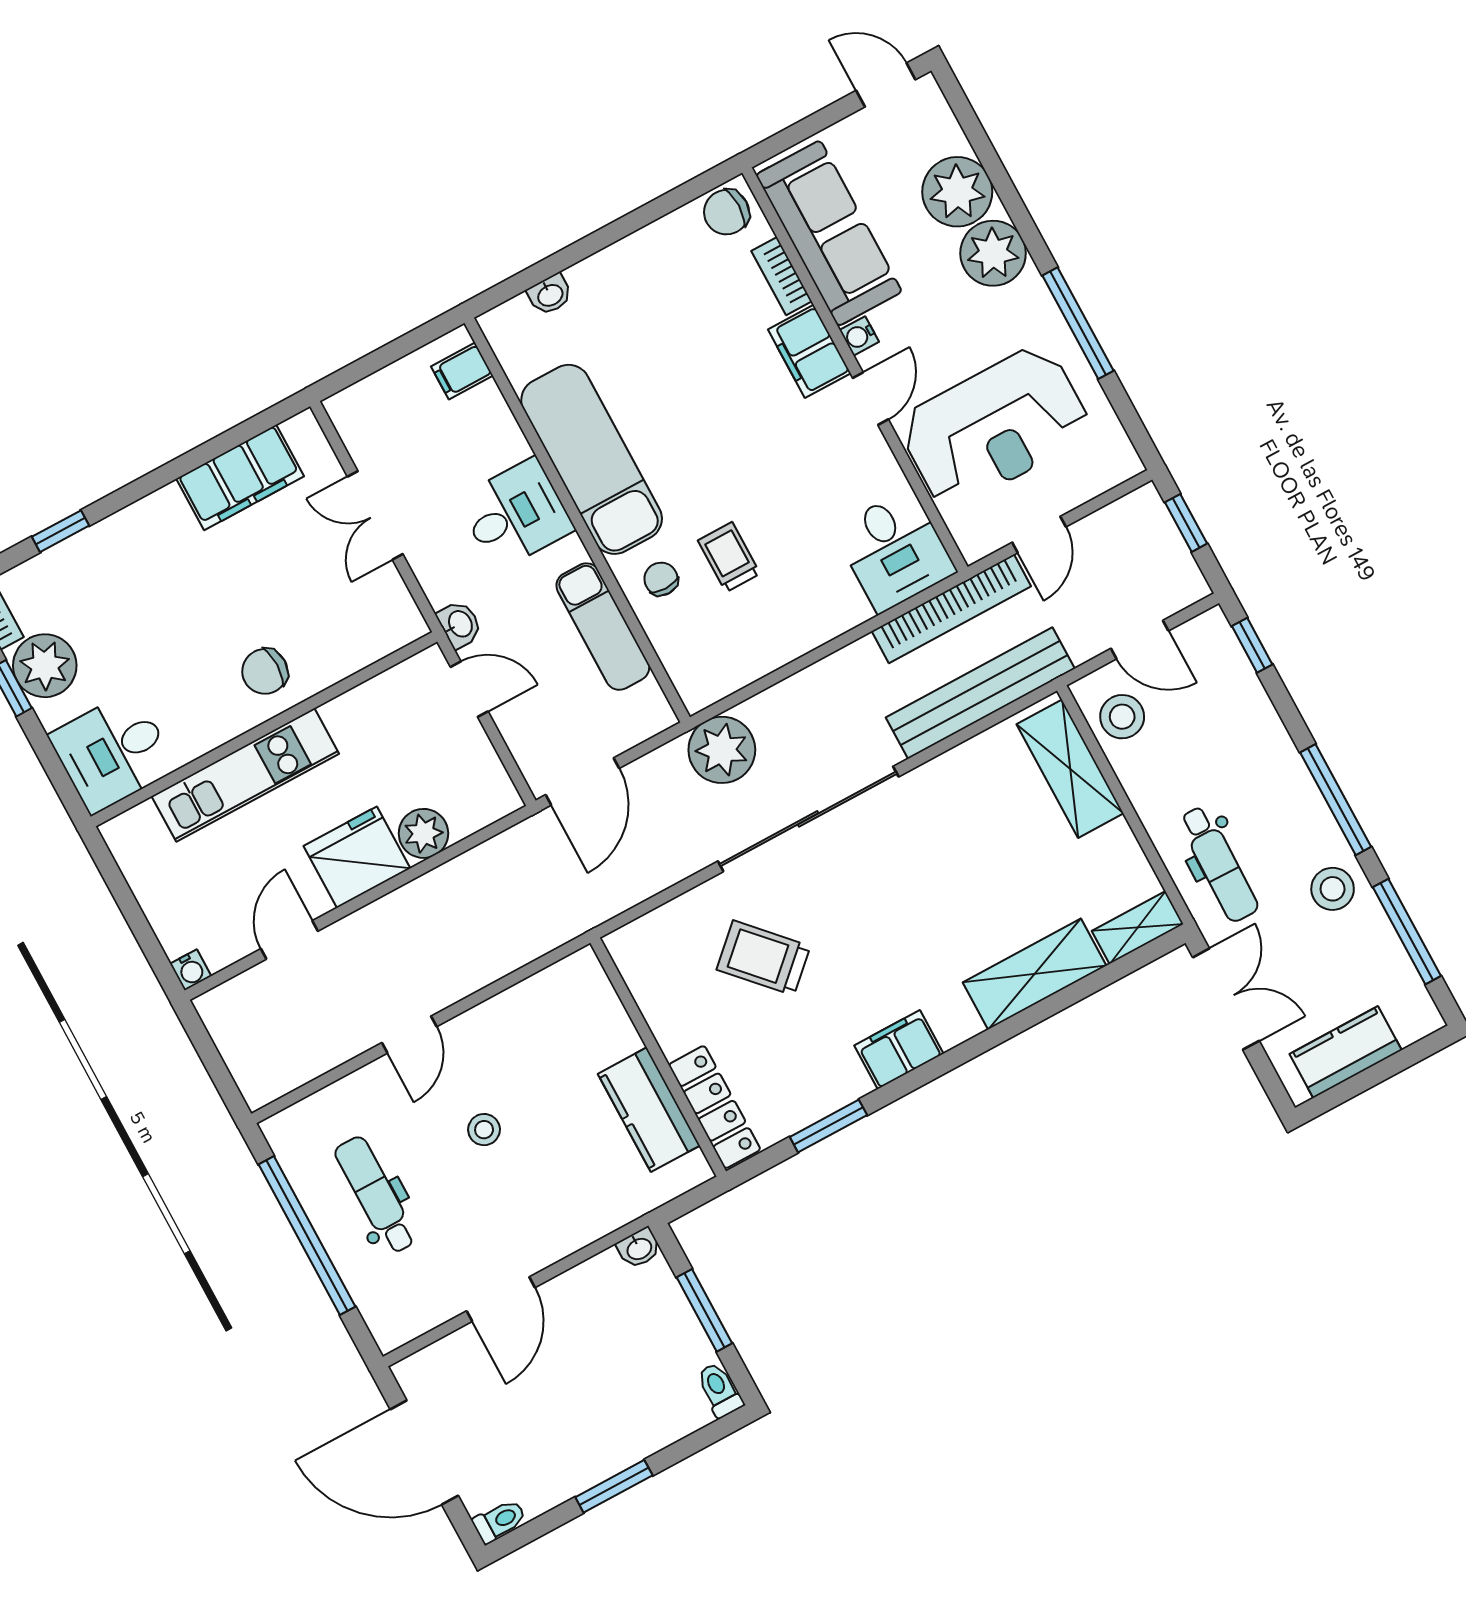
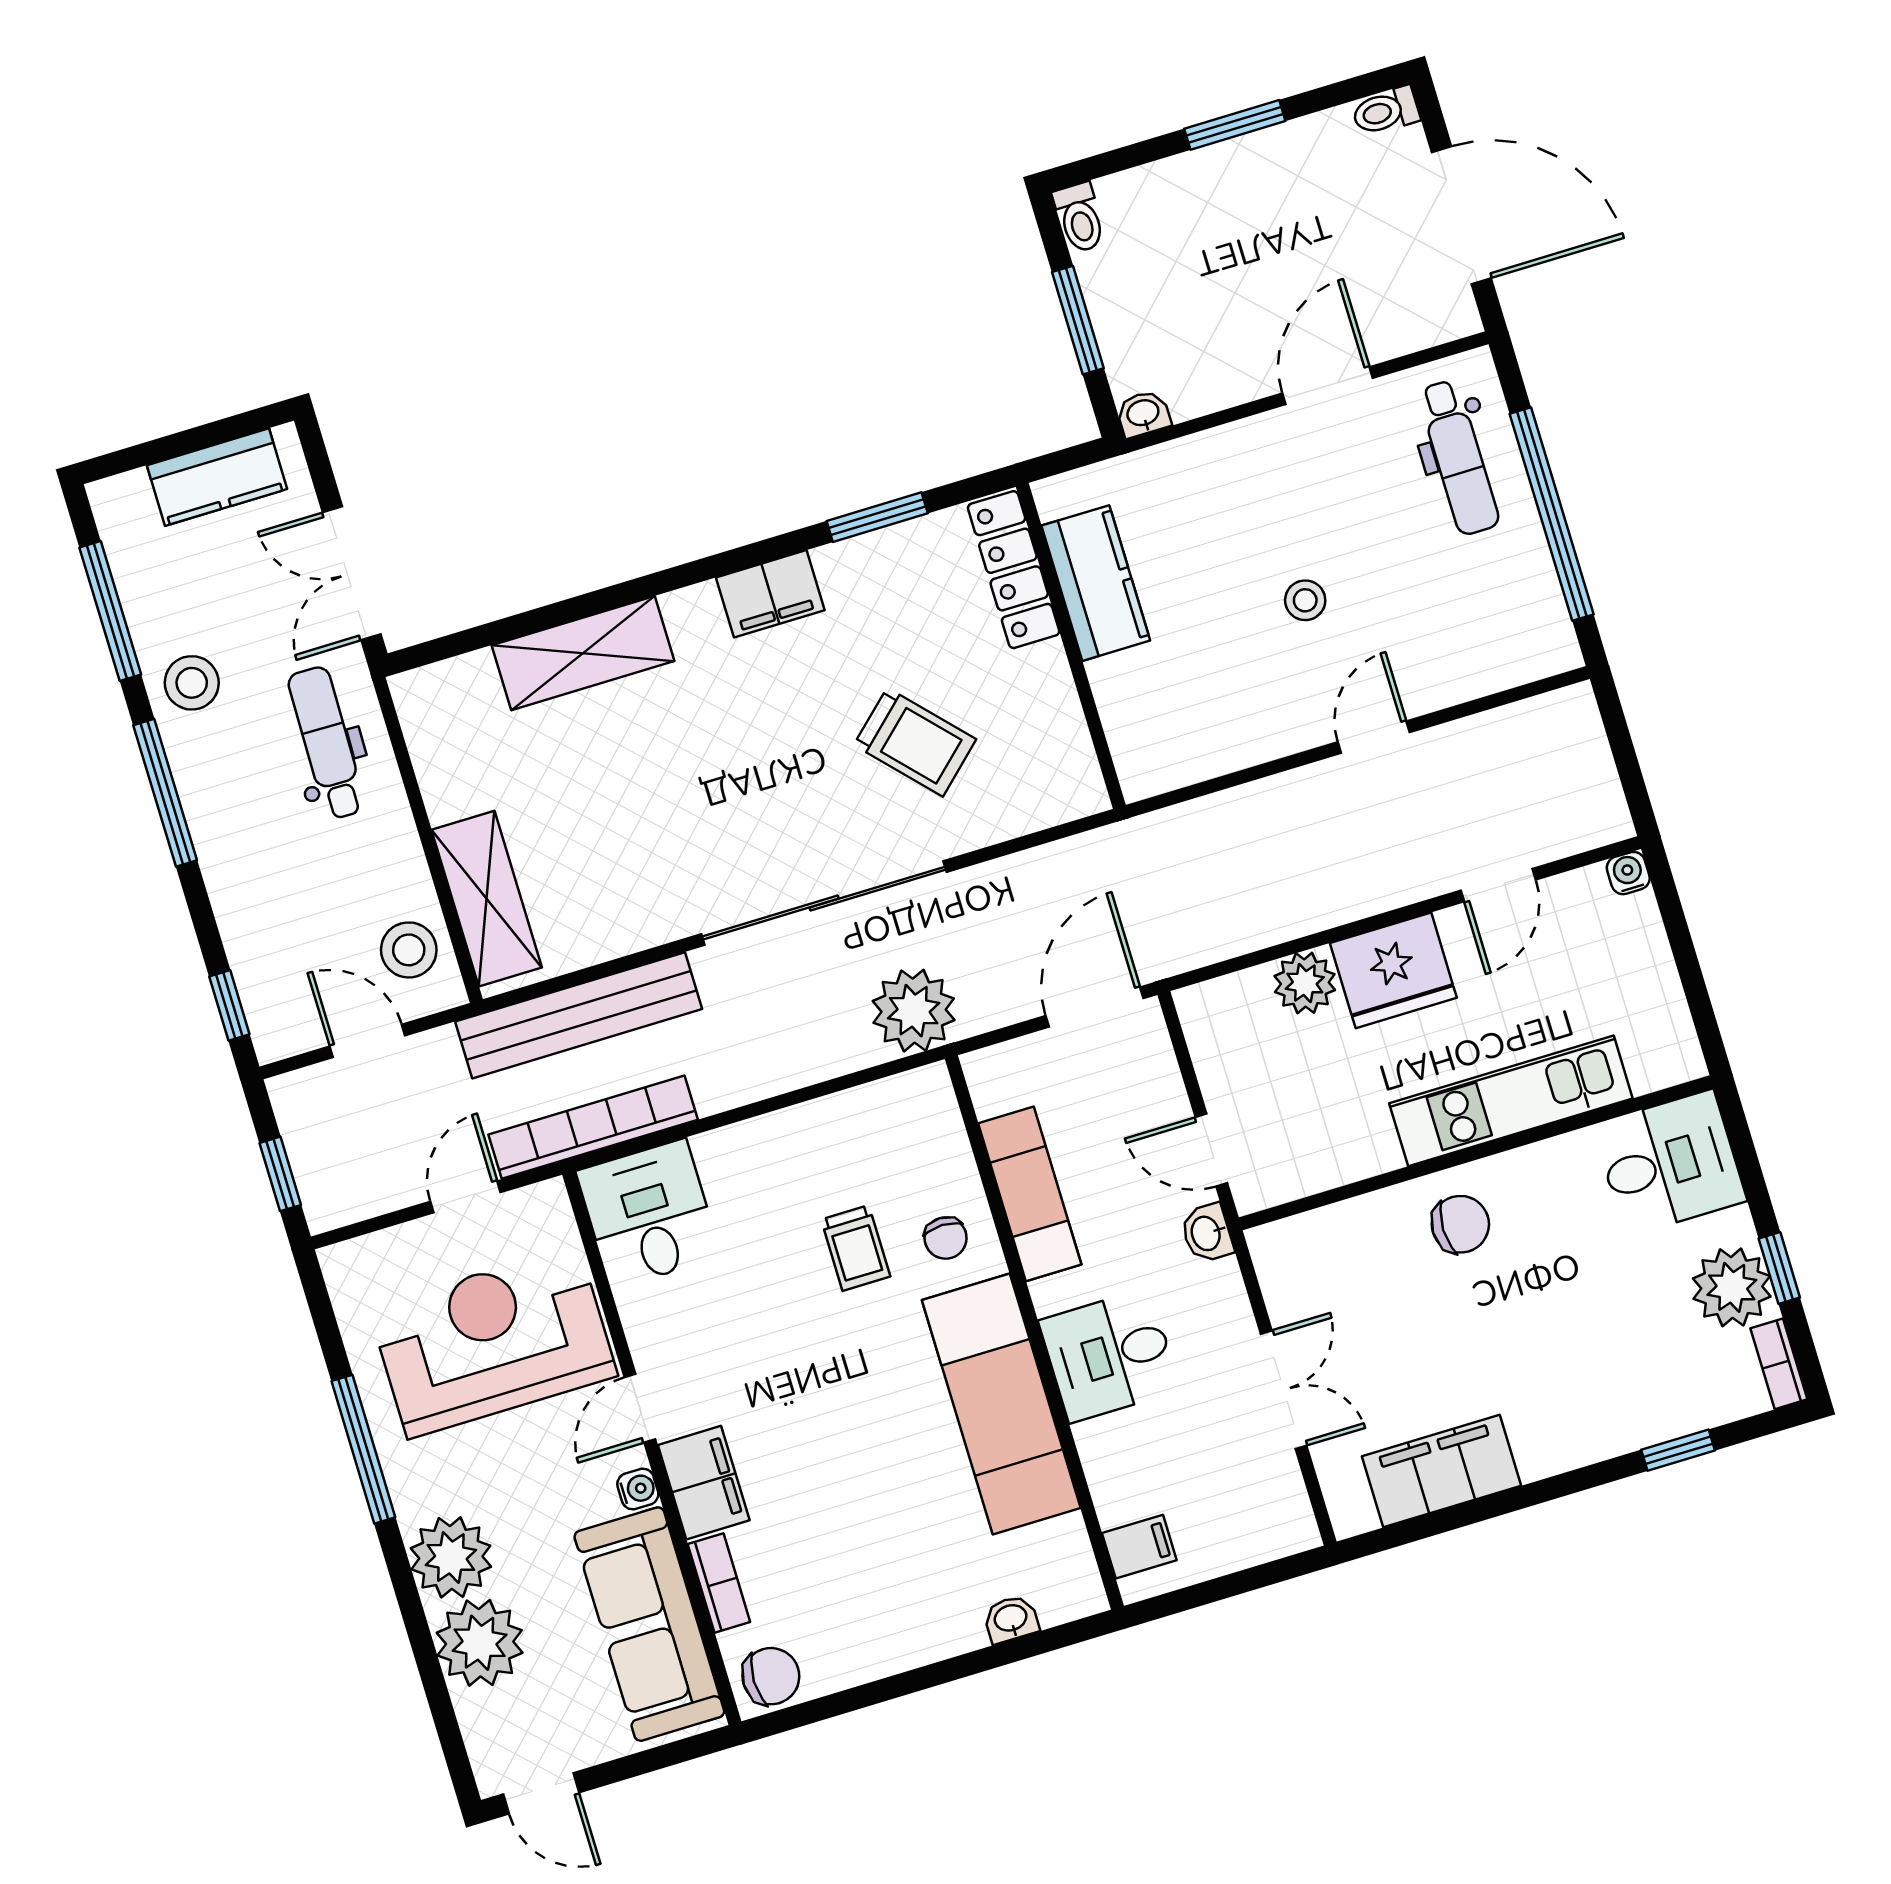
shelving: (1138, 927) -> (443, 685), removed
dental chair: (376, 1195) -> (1459, 457), moved

